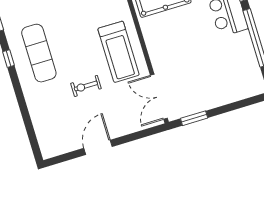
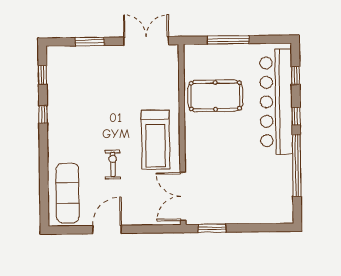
exercise mat: (39, 53) -> (68, 193), moved
exercise bike: (86, 86) -> (113, 164), turned 90

